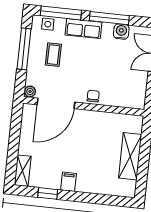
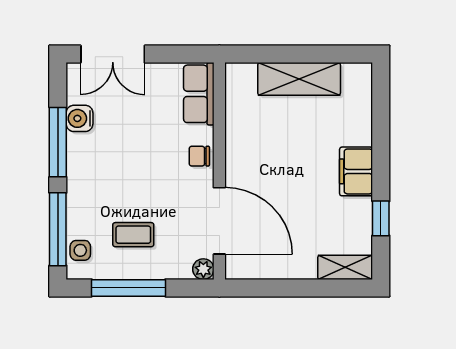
row of seats: (84, 29) -> (199, 94), moved, turned 180
filing cabinet: (68, 182) -> (356, 171), width x2.00

